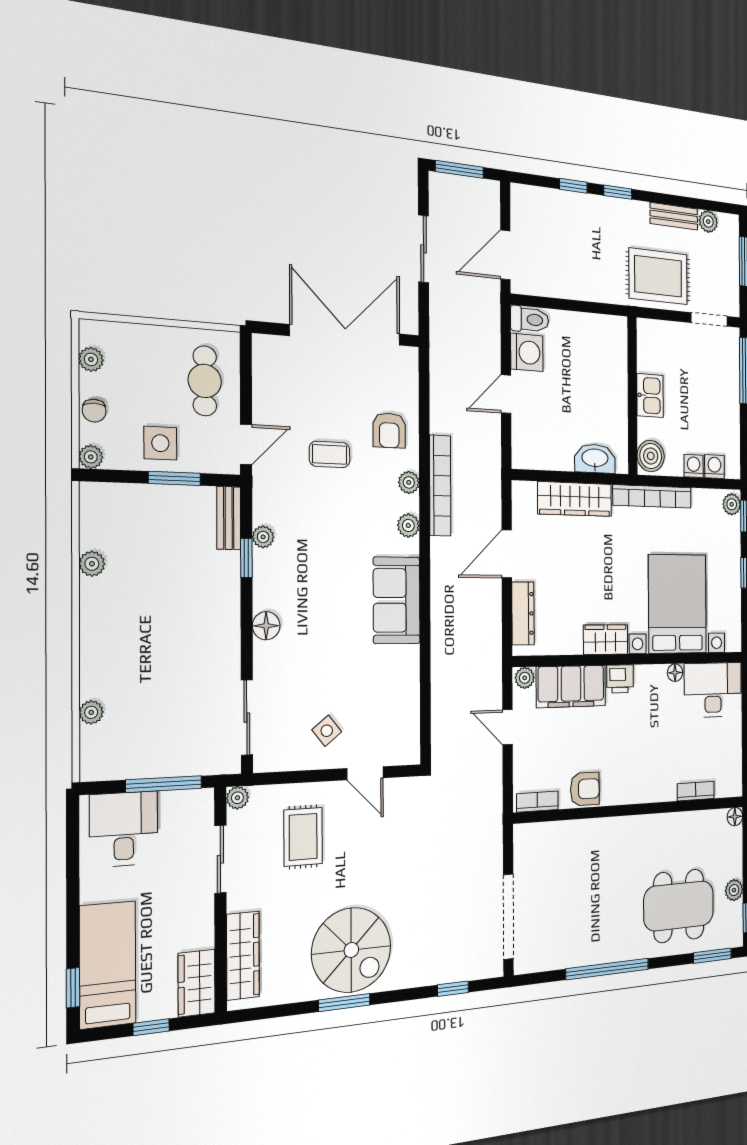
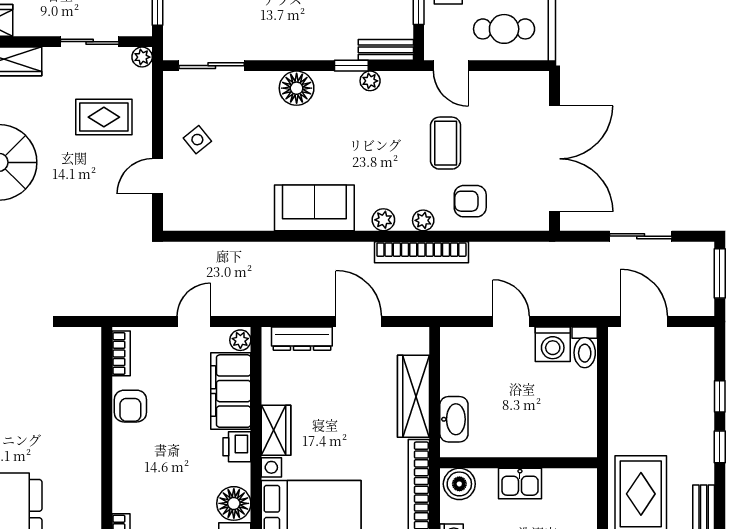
coffee table: (330, 454) -> (446, 143), width x1.36, depth x1.30
floor lamp: (266, 626) -> (297, 88), width x1.38, depth x1.38
floor lamp: (675, 673) -> (234, 503), width x1.89, depth x1.89

